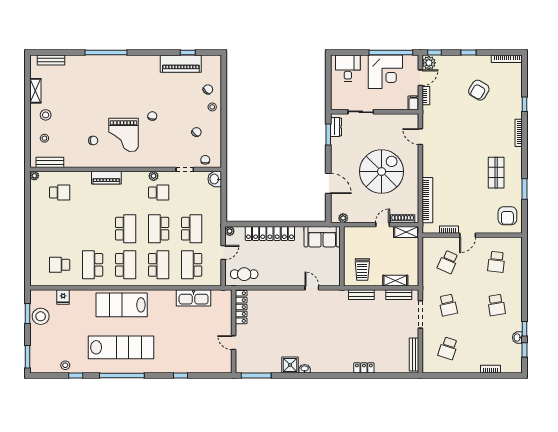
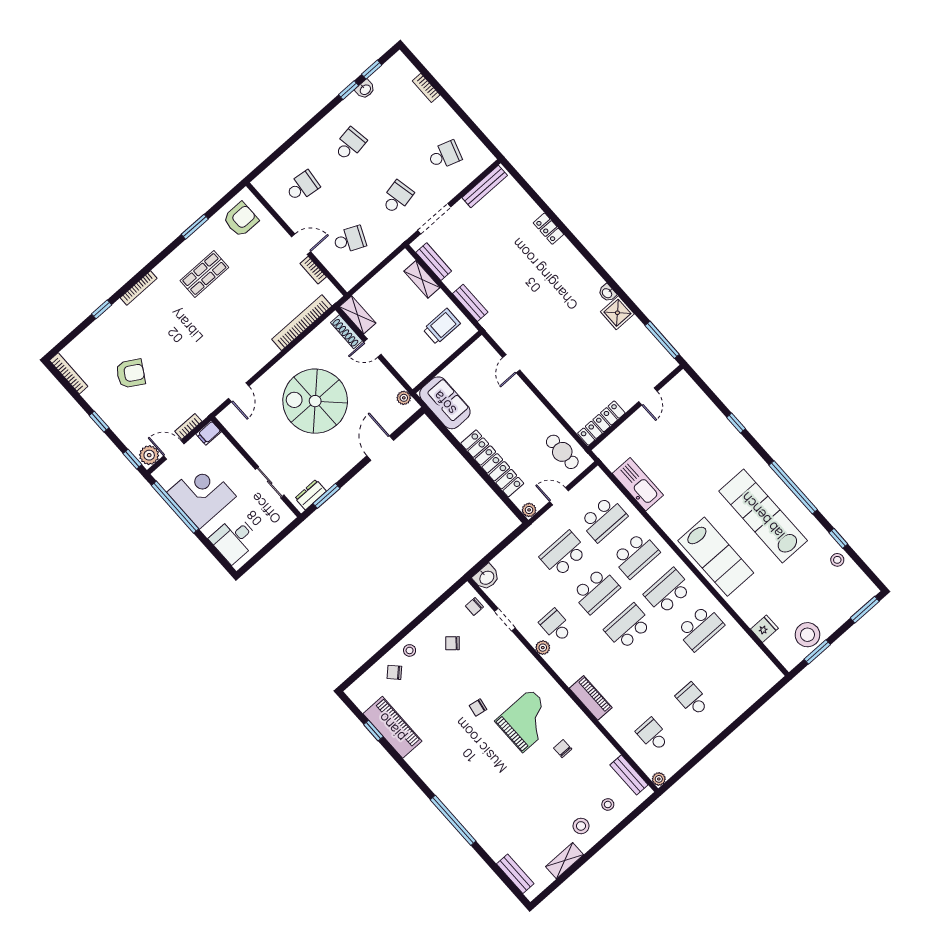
school desk: (60, 265) -> (693, 699), moved, turned 180
school desk: (159, 265) -> (636, 555), turned 180

